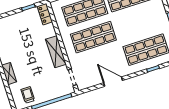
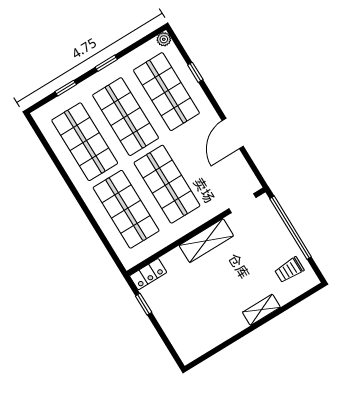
shop shelf: (137, 23) -> (126, 117), added

